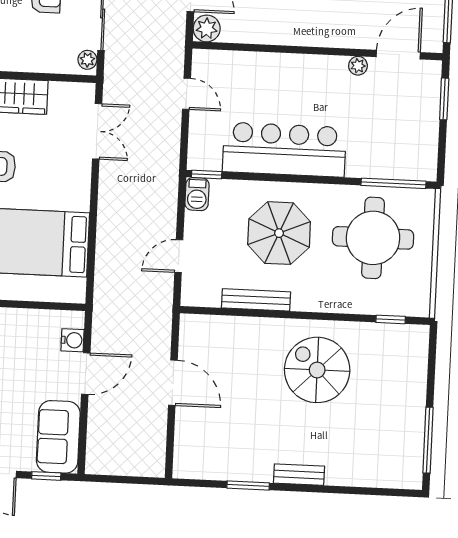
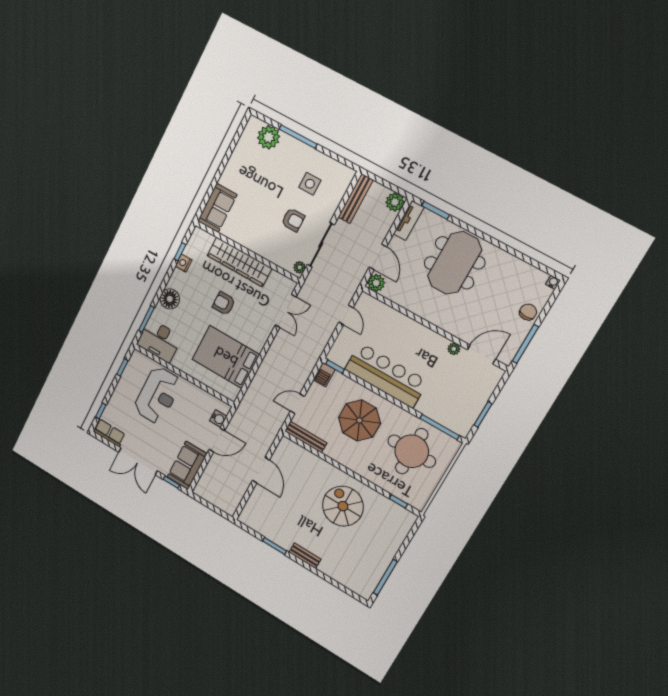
window: (444, 99) -> (483, 414), moved
bench: (256, 300) -> (306, 437), moved

